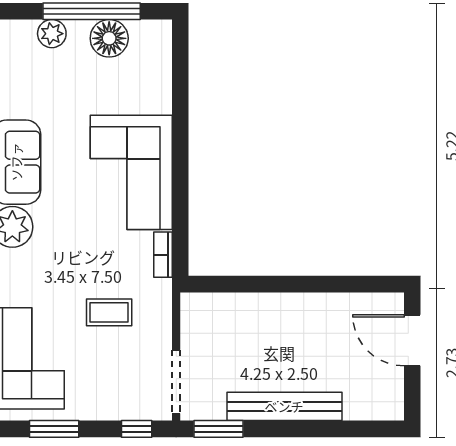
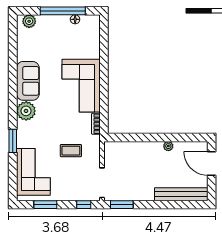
plant: (52, 34) -> (29, 21), moved
floor lamp: (109, 38) -> (75, 19), width x0.53, depth x0.53
plant: (319, 303) -> (168, 146), added
bench: (284, 406) -> (181, 194), moved

